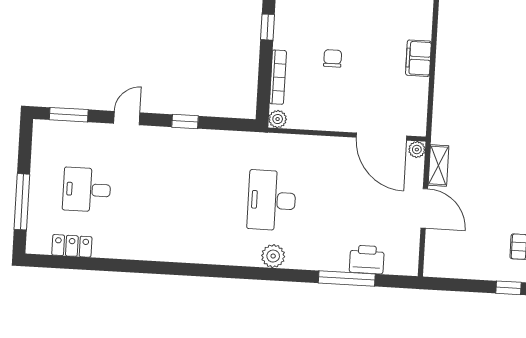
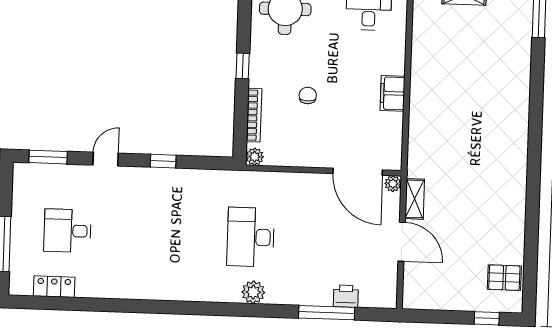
printer: (367, 259) -> (346, 296), width x0.73, depth x0.81

